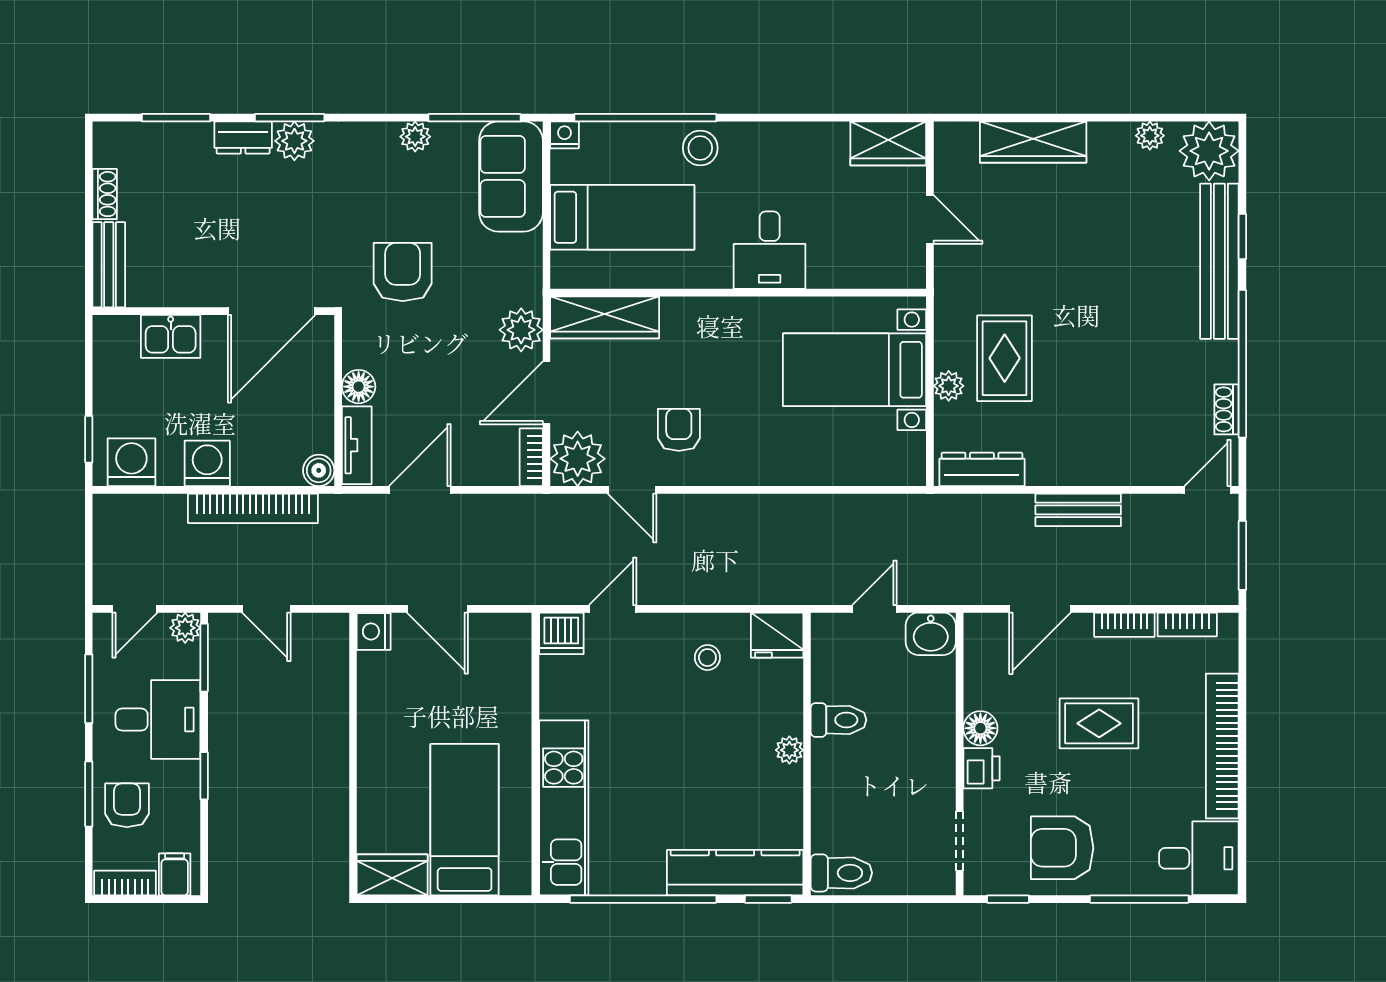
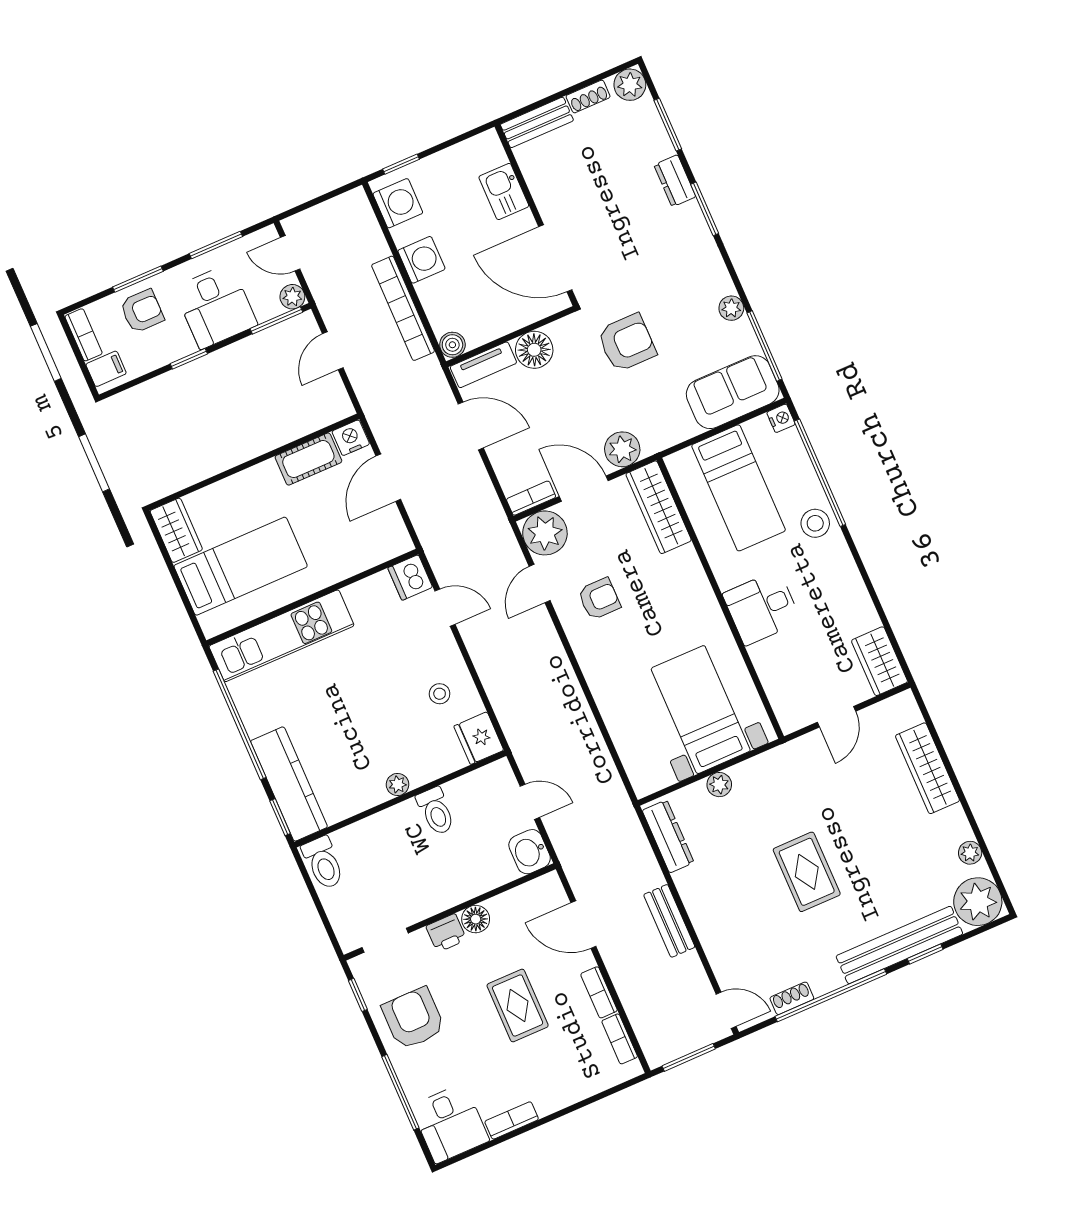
plant: (294, 141) -> (630, 85), moved
rug: (1005, 358) -> (807, 872), moved, turned 90
floor lamp: (359, 387) -> (534, 350), width x1.38, depth x1.38
cot: (377, 690) -> (308, 459), added
bookcase: (1222, 746) -> (512, 1120), width x0.43, depth x0.76

